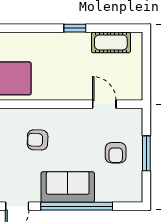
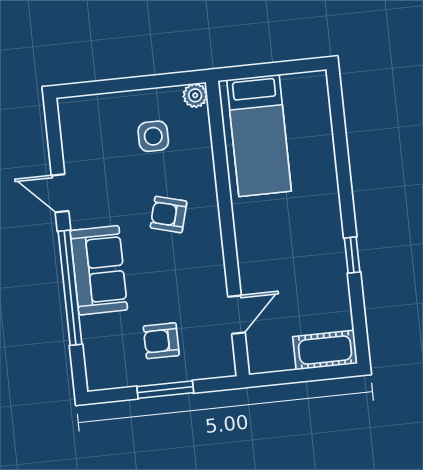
cot: (111, 42) -> (325, 350), moved, turned 90
armchair: (38, 140) -> (169, 215), turned -77

